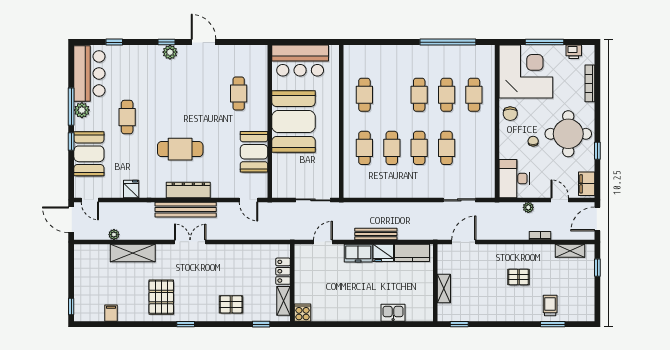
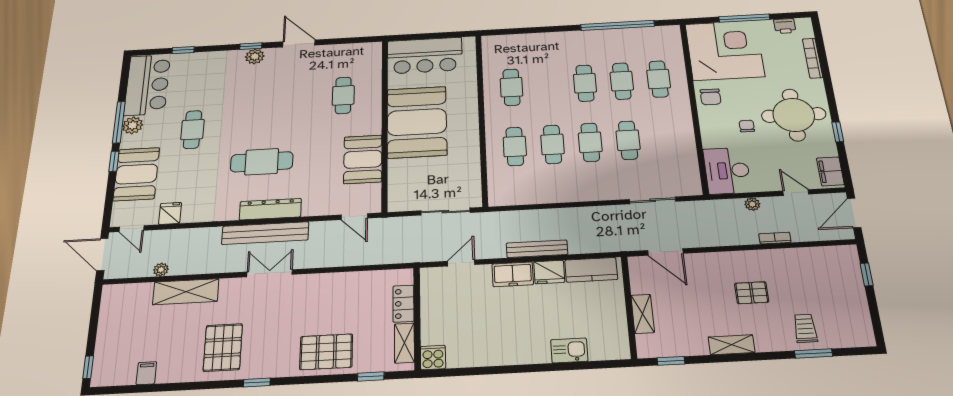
fridge: (131, 189) -> (170, 213), moved
door: (464, 242) -> (665, 252), swing flipped
shelving: (570, 251) -> (732, 345), moved
pallet: (231, 304) -> (326, 352), width x1.50, depth x1.42

